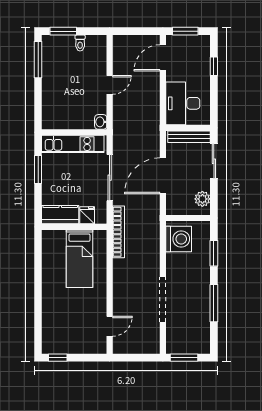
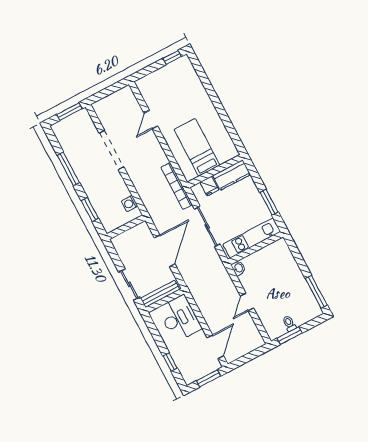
window: (63, 31) -> (290, 336), moved
plant: (202, 199) -> (122, 249), removed
washing machine: (179, 239) -> (130, 203), width x0.53, depth x0.53
door: (110, 326) -> (151, 120), moved

